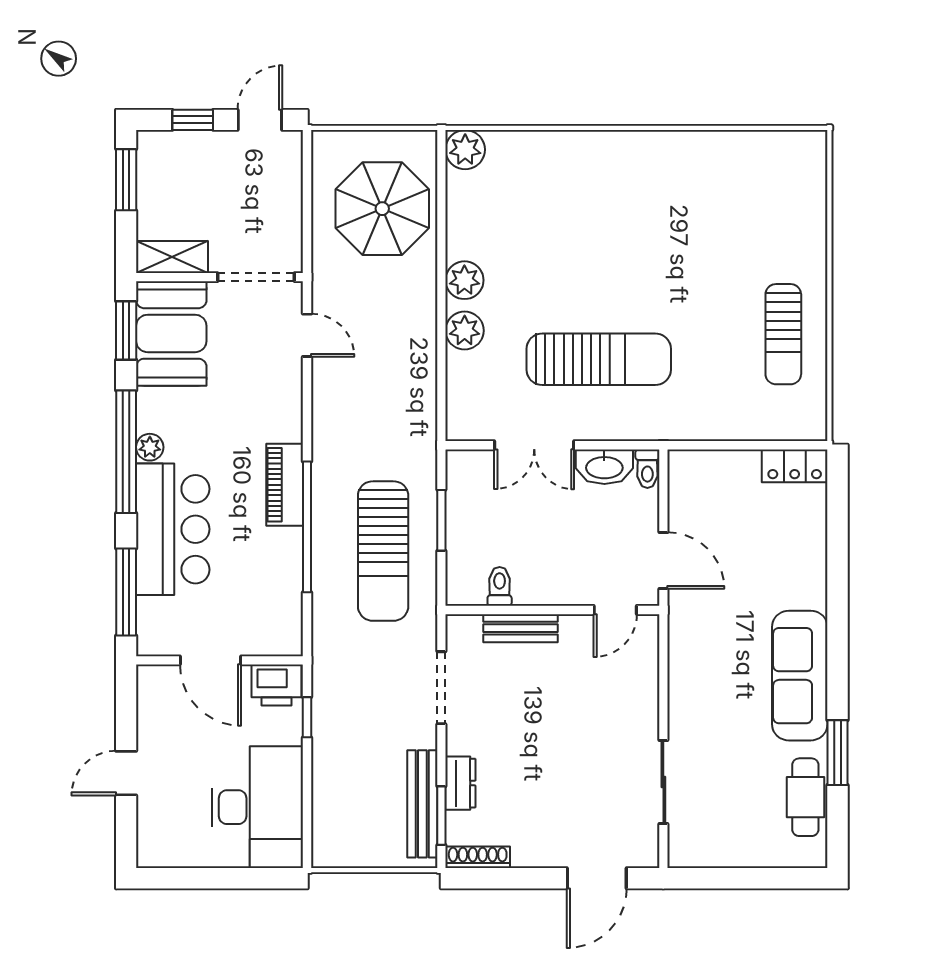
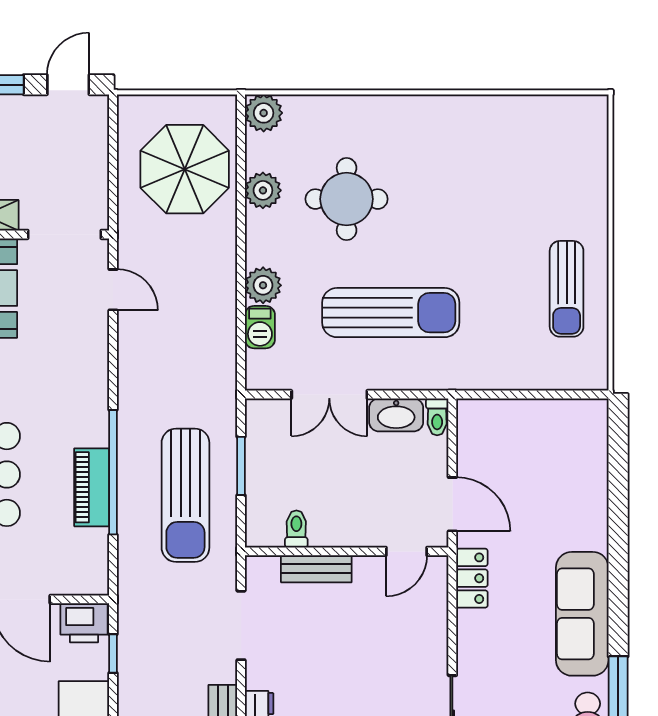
round table: (552, 240) -> (347, 199), added
plant: (464, 280) -> (263, 190), moved
barbecue: (461, 375) -> (260, 327), added
locker: (795, 466) -> (472, 578), moved, turned -90
piano: (285, 485) -> (92, 487), moved

